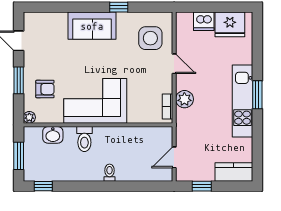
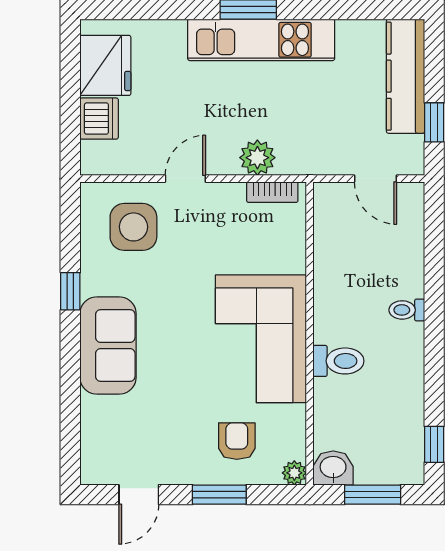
washbasin: (53, 135) -> (333, 468), moved, turned -90
kitchen counter: (234, 172) -> (406, 76), width x1.50

